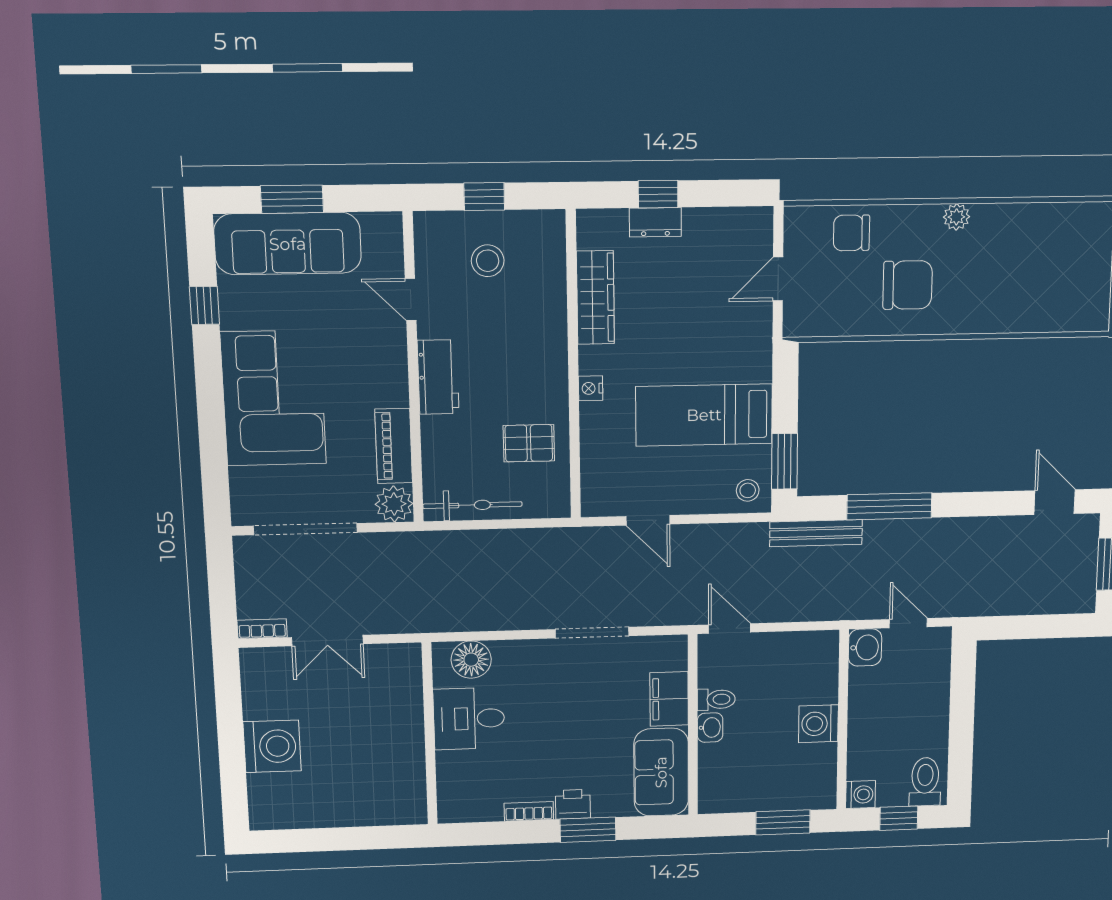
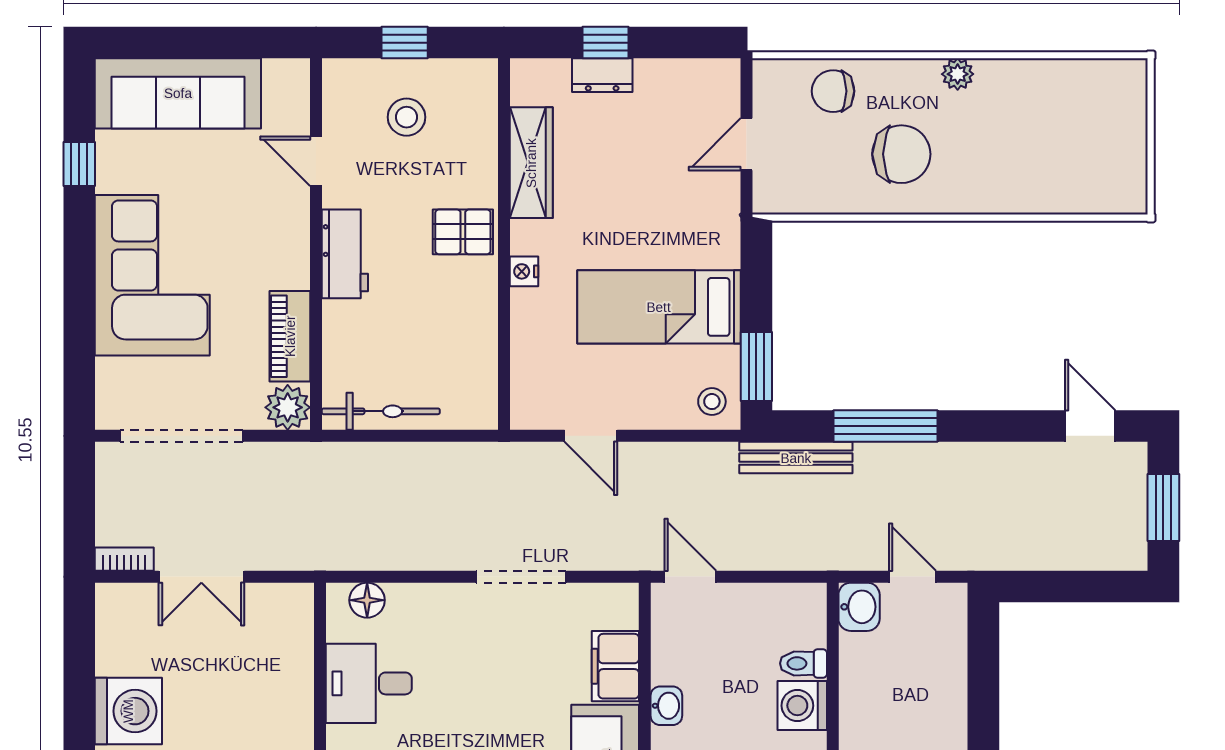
window: (292, 199) -> (185, 43), removed
pallet: (529, 443) -> (463, 232), moved
floor lamp: (471, 660) -> (367, 600), width x0.73, depth x0.73
toilet: (716, 699) -> (803, 663), moved, turned 180

